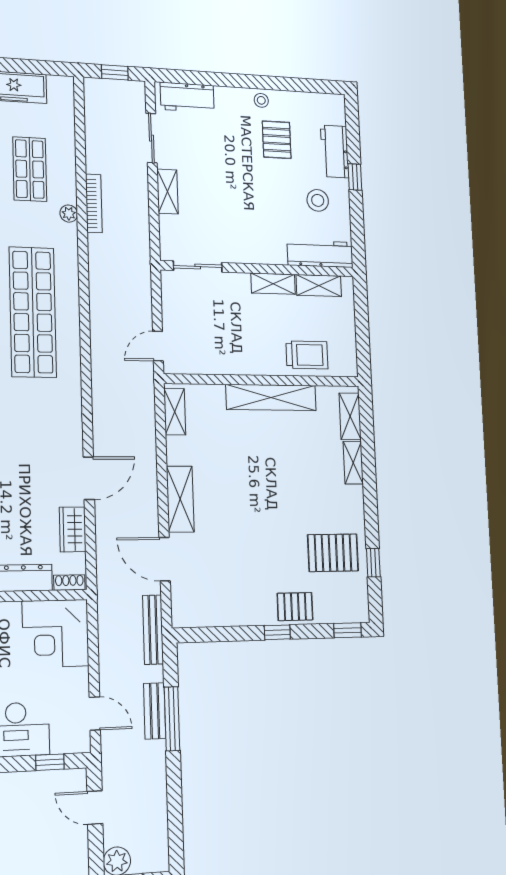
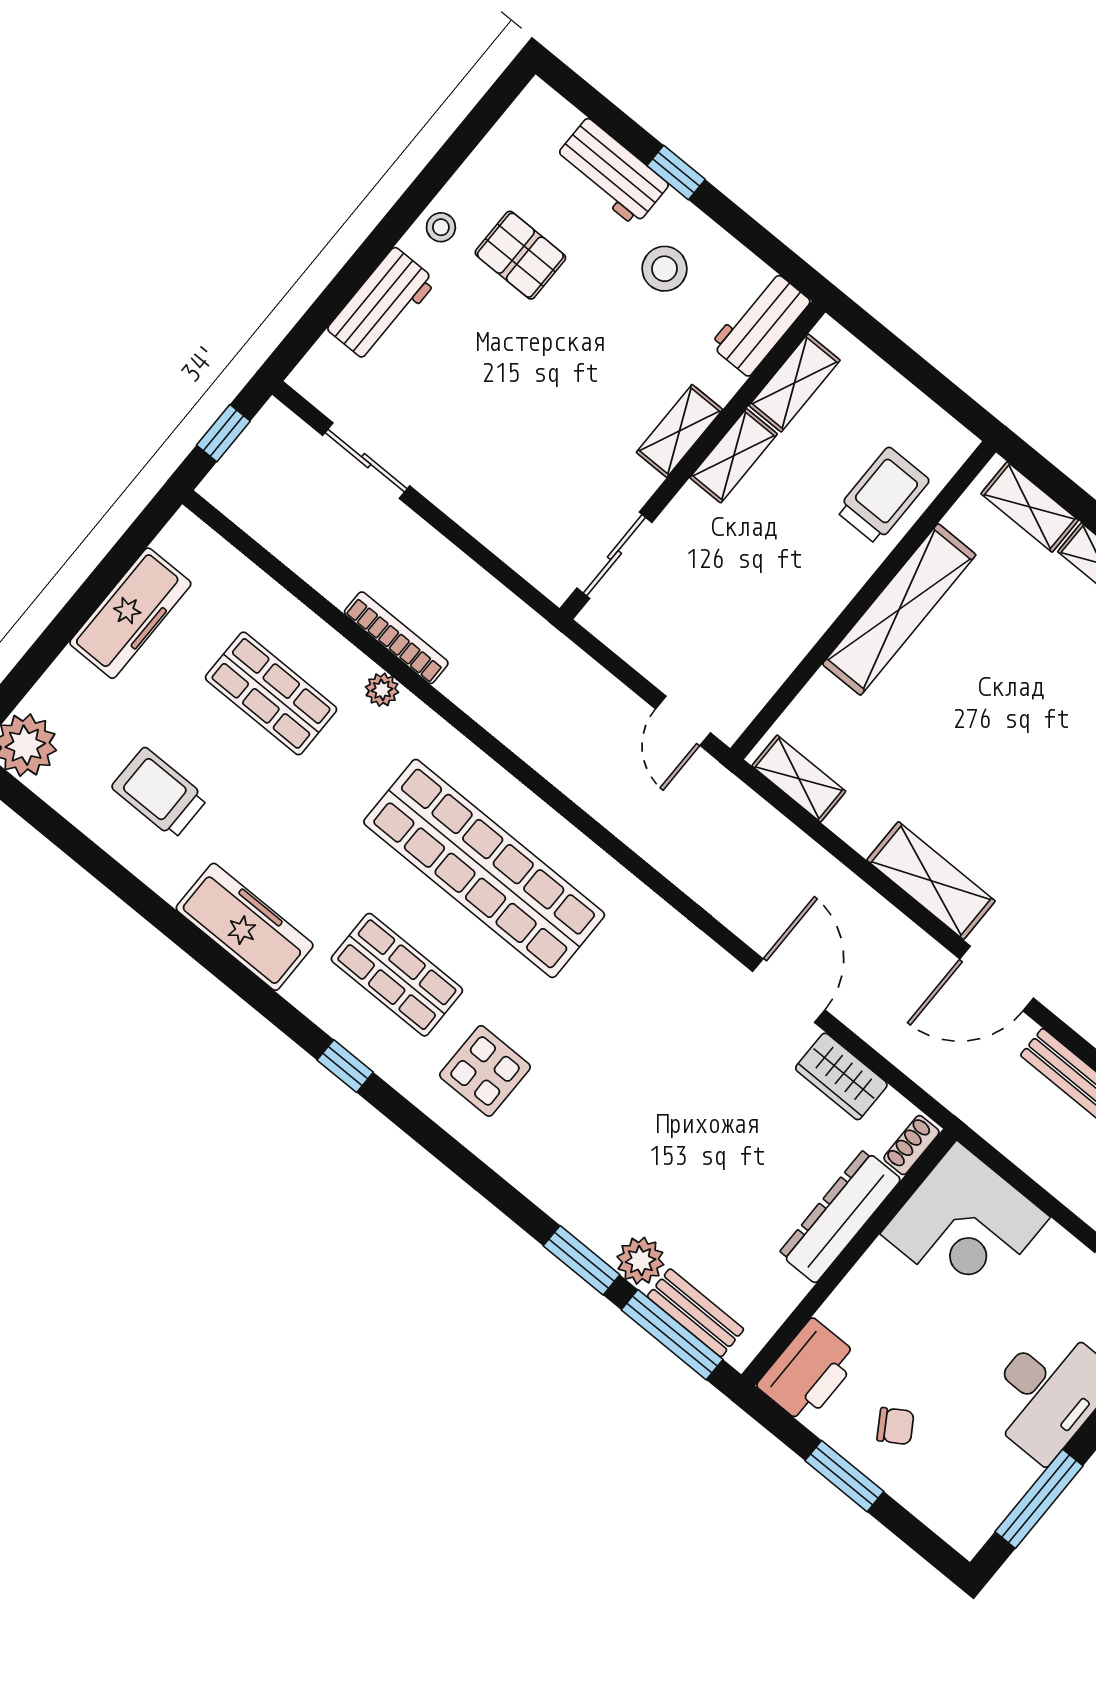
workbench: (187, 97) -> (382, 305), moved
shelving: (167, 192) -> (679, 431), moved, turned 90
workbench: (320, 254) -> (760, 323), width x0.73

